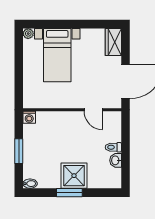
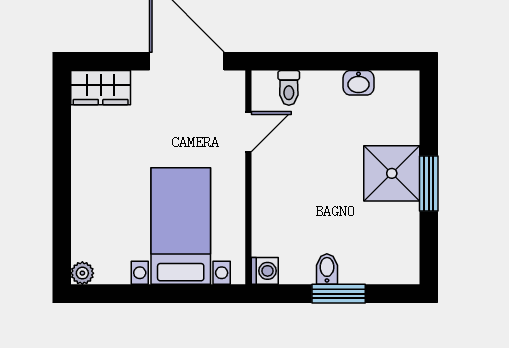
bed with nightstands: (57, 55) -> (181, 226), moved, turned -90
toilet: (113, 147) -> (289, 88), moved
bidet: (30, 184) -> (327, 269), moved

